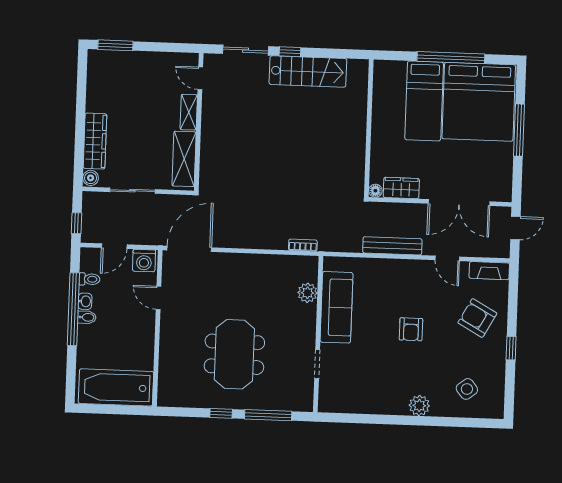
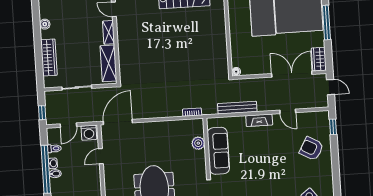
boiler: (91, 178) -> (45, 24), moved
wardrobe: (401, 188) -> (319, 59), moved, turned -90
double door: (459, 203) -> (292, 74), swing flipped
door: (515, 228) -> (330, 87), hinge flipped
bench: (392, 246) -> (237, 108), moved
fireplace: (489, 271) -> (259, 120), moved
door: (159, 298) -> (101, 156), hinge flipped
armchair: (411, 329) -> (269, 160), removed
window: (511, 348) -> (333, 127), moved

